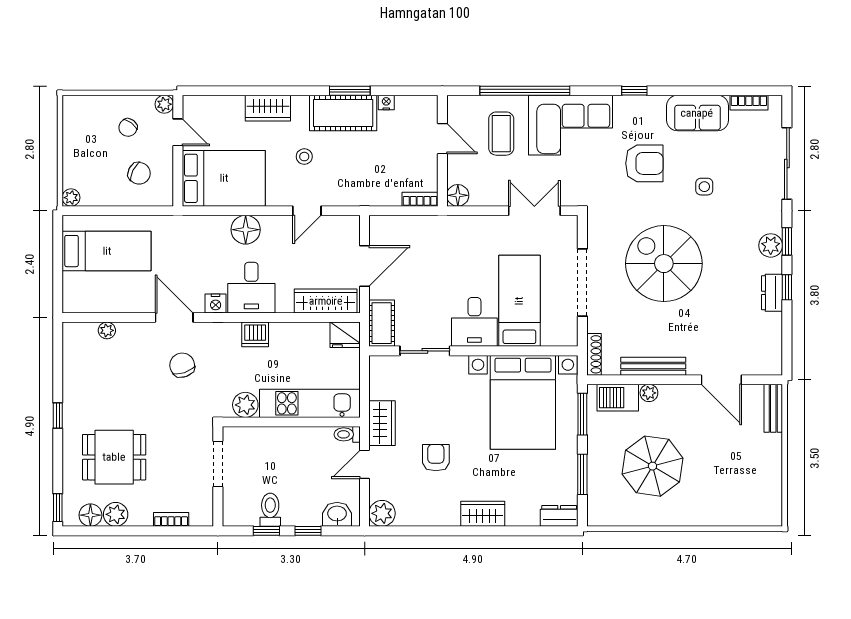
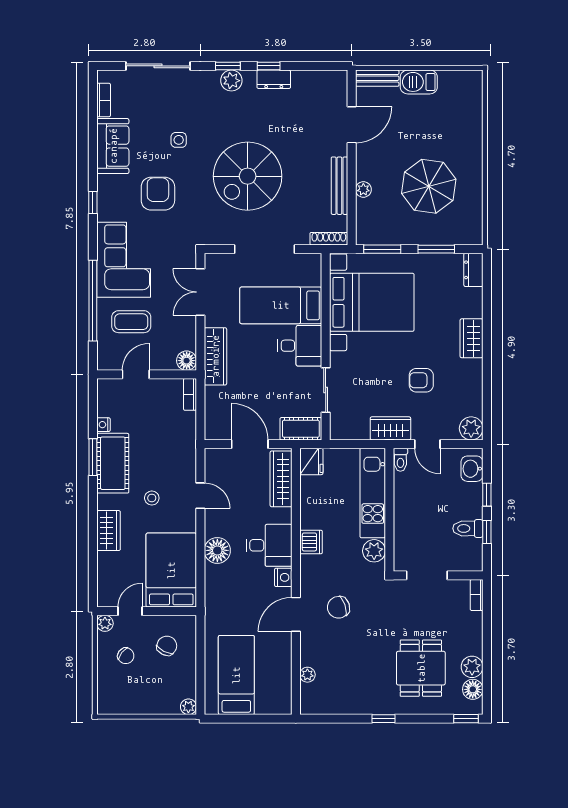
wardrobe: (462, 228) -> (215, 356), added
barbecue: (618, 398) -> (419, 82), moved, turned 90
bookcase: (171, 519) -> (477, 595), moved

